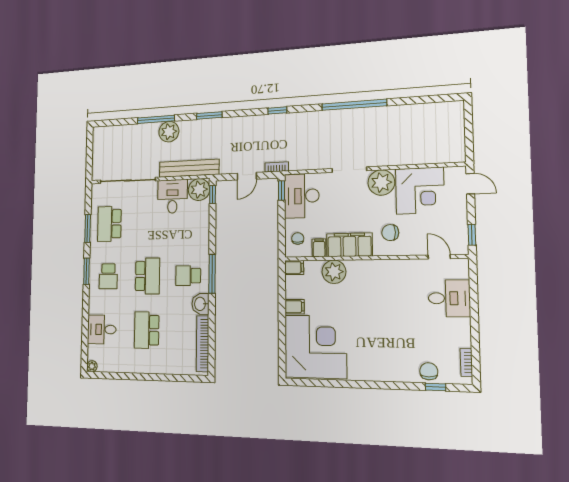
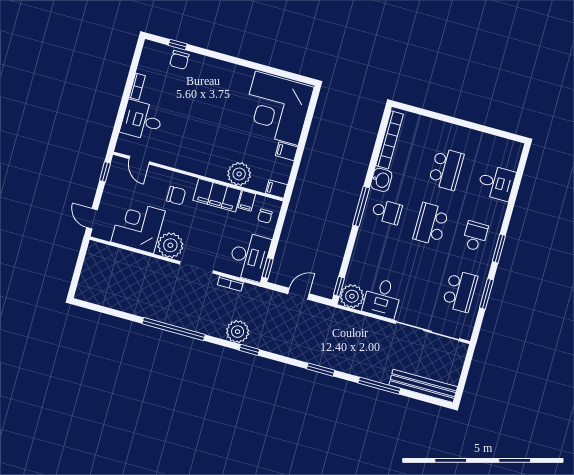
plant: (169, 132) -> (238, 332), moved
bookcase: (277, 167) -> (230, 283), moved
bench: (189, 168) -> (423, 386), moved
bookcase: (466, 362) -> (137, 86), moved
plant: (92, 366) -> (517, 148), removed

